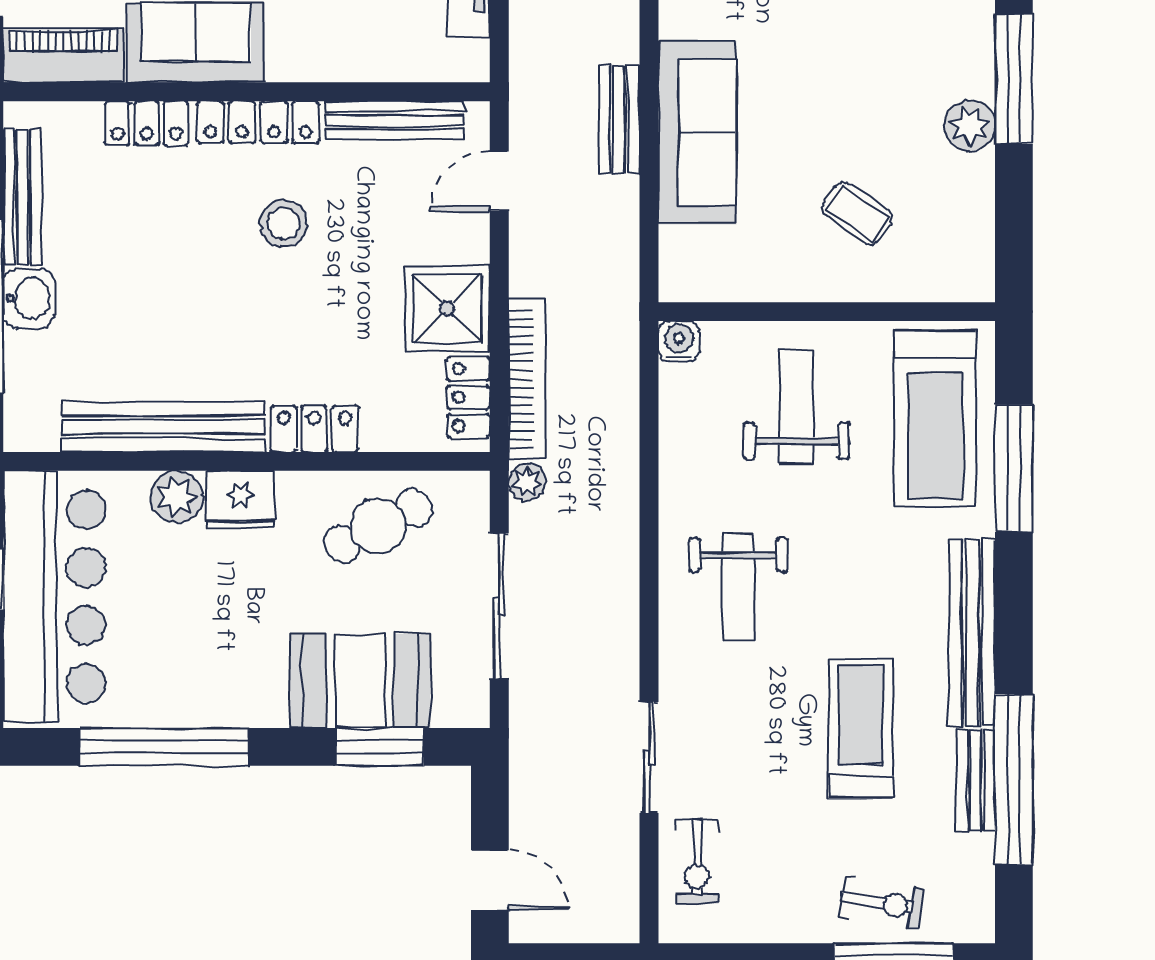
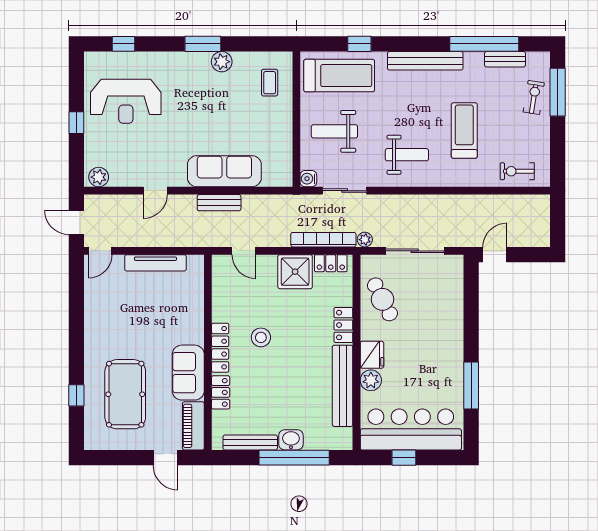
window: (1014, 79) -> (203, 44), width x0.69
bench: (394, 120) -> (219, 293), removed
coffee table: (857, 213) -> (270, 83), moved, turned -35
window: (1014, 468) -> (359, 44), width x0.46
booth: (360, 681) -> (445, 307), removed
treadmill: (861, 729) -> (464, 130), moved, turned 90
window: (164, 747) -> (471, 386), width x0.68
window: (379, 747) -> (471, 299), removed
sliding door: (649, 758) -> (345, 191), moved
bench: (976, 781) -> (505, 59), moved
exercise bike: (697, 861) -> (517, 171), turned 180
door: (490, 880) -> (495, 255), moved

